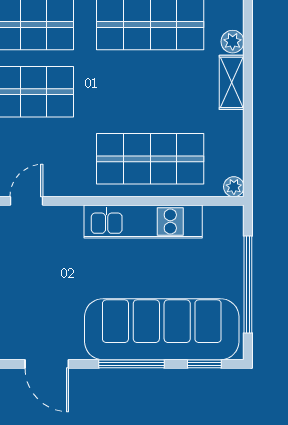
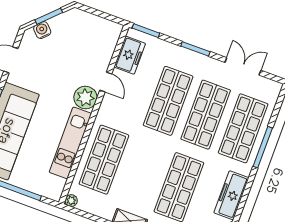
plant: (63, 224) -> (85, 98), added

